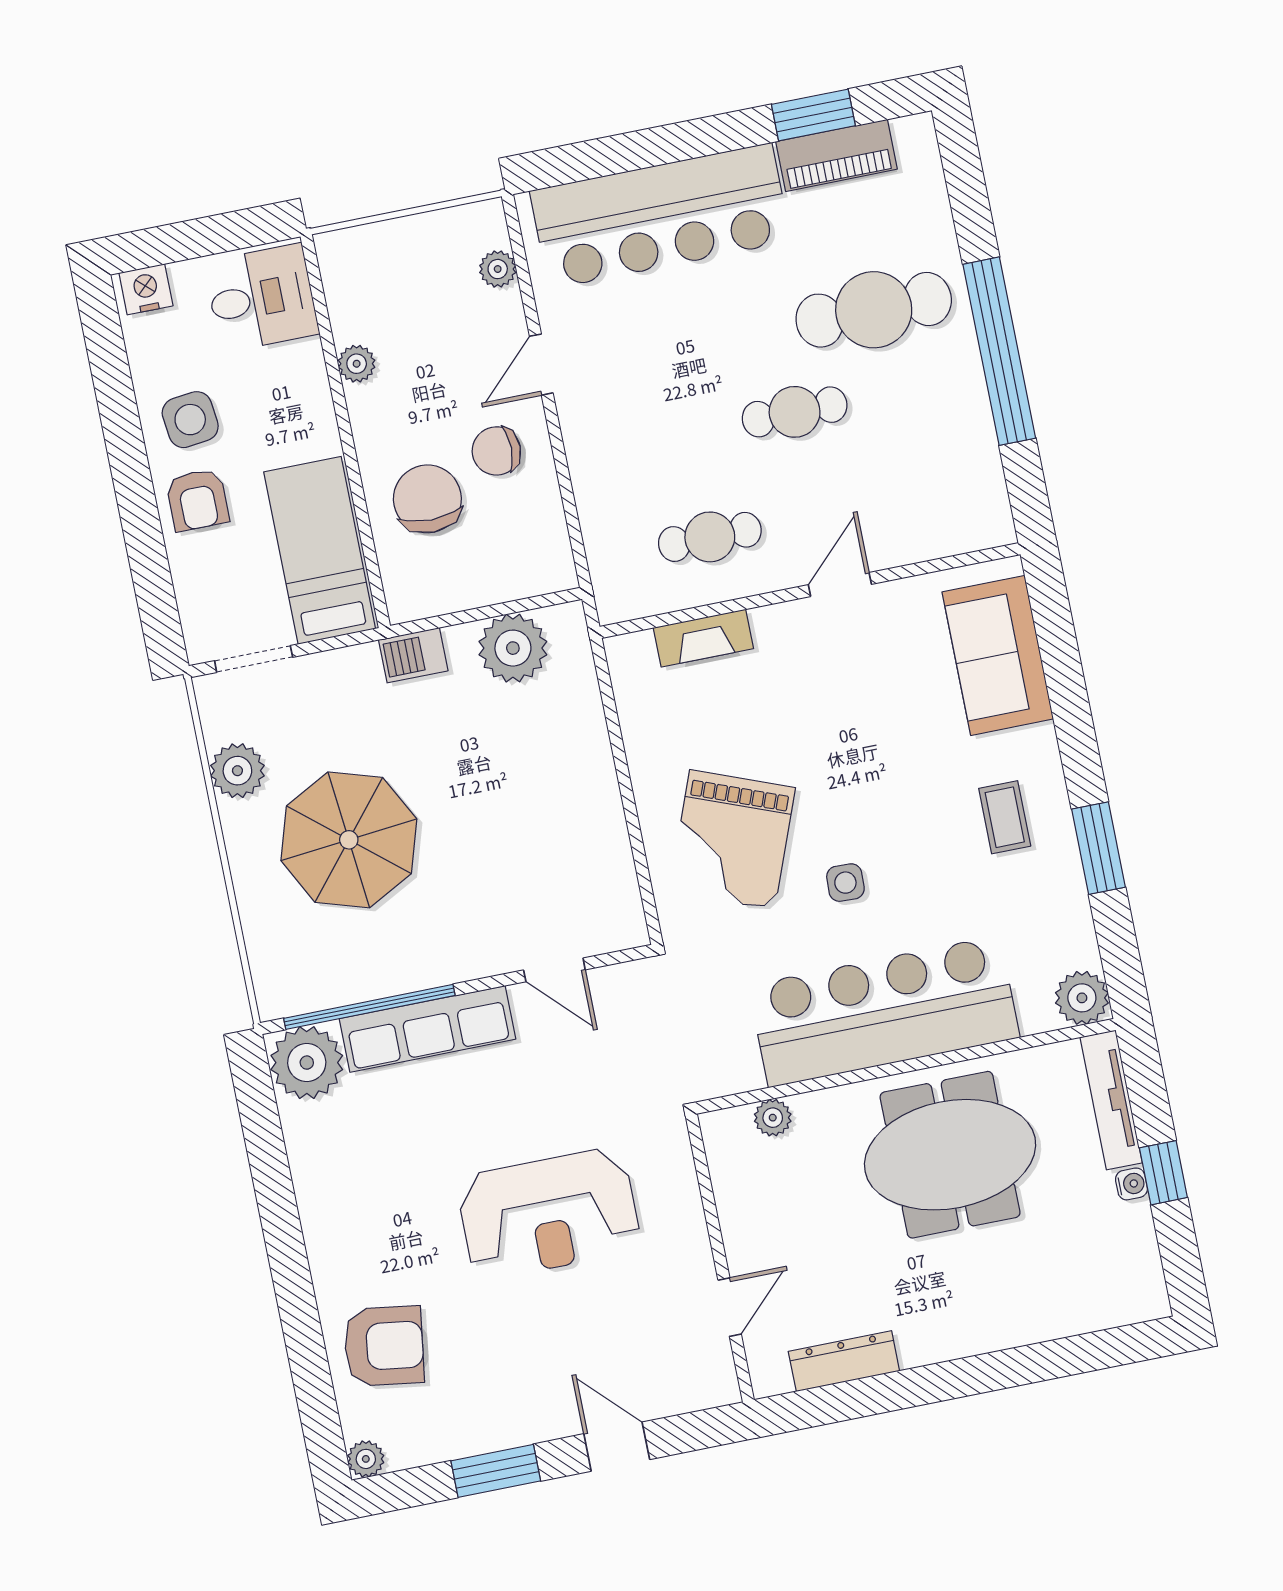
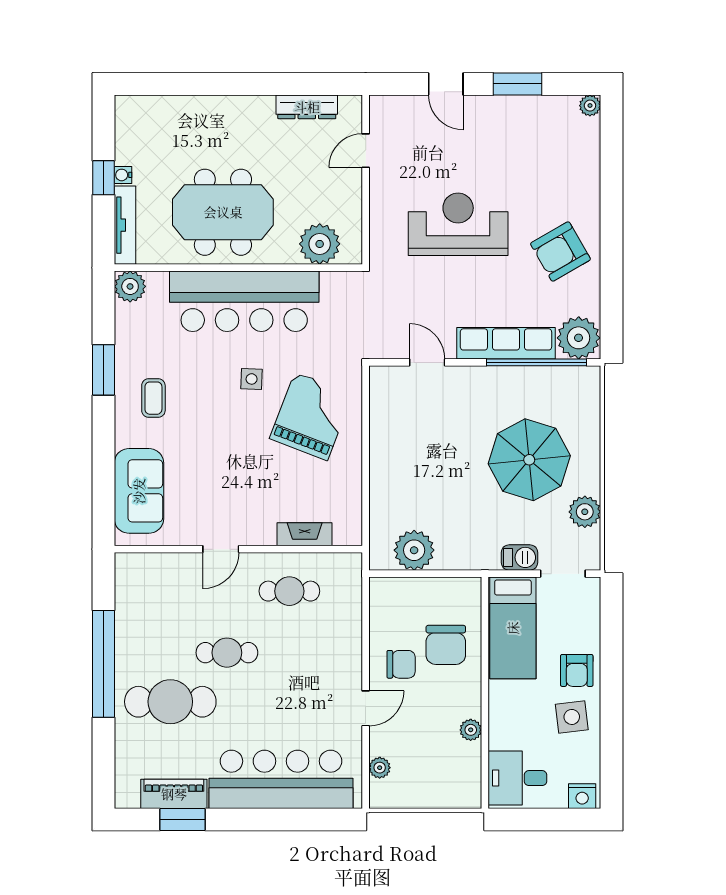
armchair: (197, 500) -> (577, 670), turned 180
barbecue: (413, 655) -> (520, 557), moved
plant: (773, 1118) -> (320, 244), width x1.87, depth x1.87
armchair: (384, 1346) -> (560, 252), moved, turned -38

